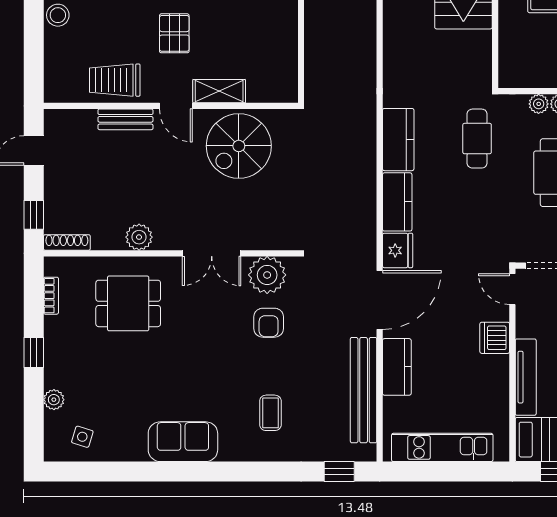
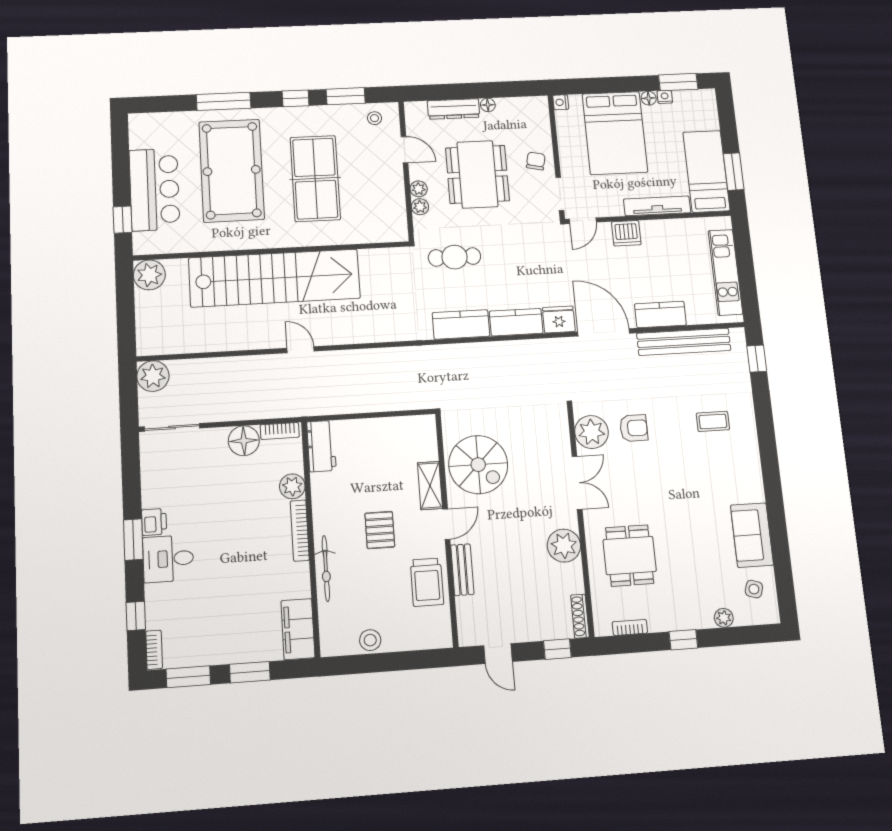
pallet: (174, 33) -> (380, 530), turned 90
plant: (139, 237) -> (564, 546), width x1.36, depth x1.36
sofa: (183, 442) -> (752, 535), moved

